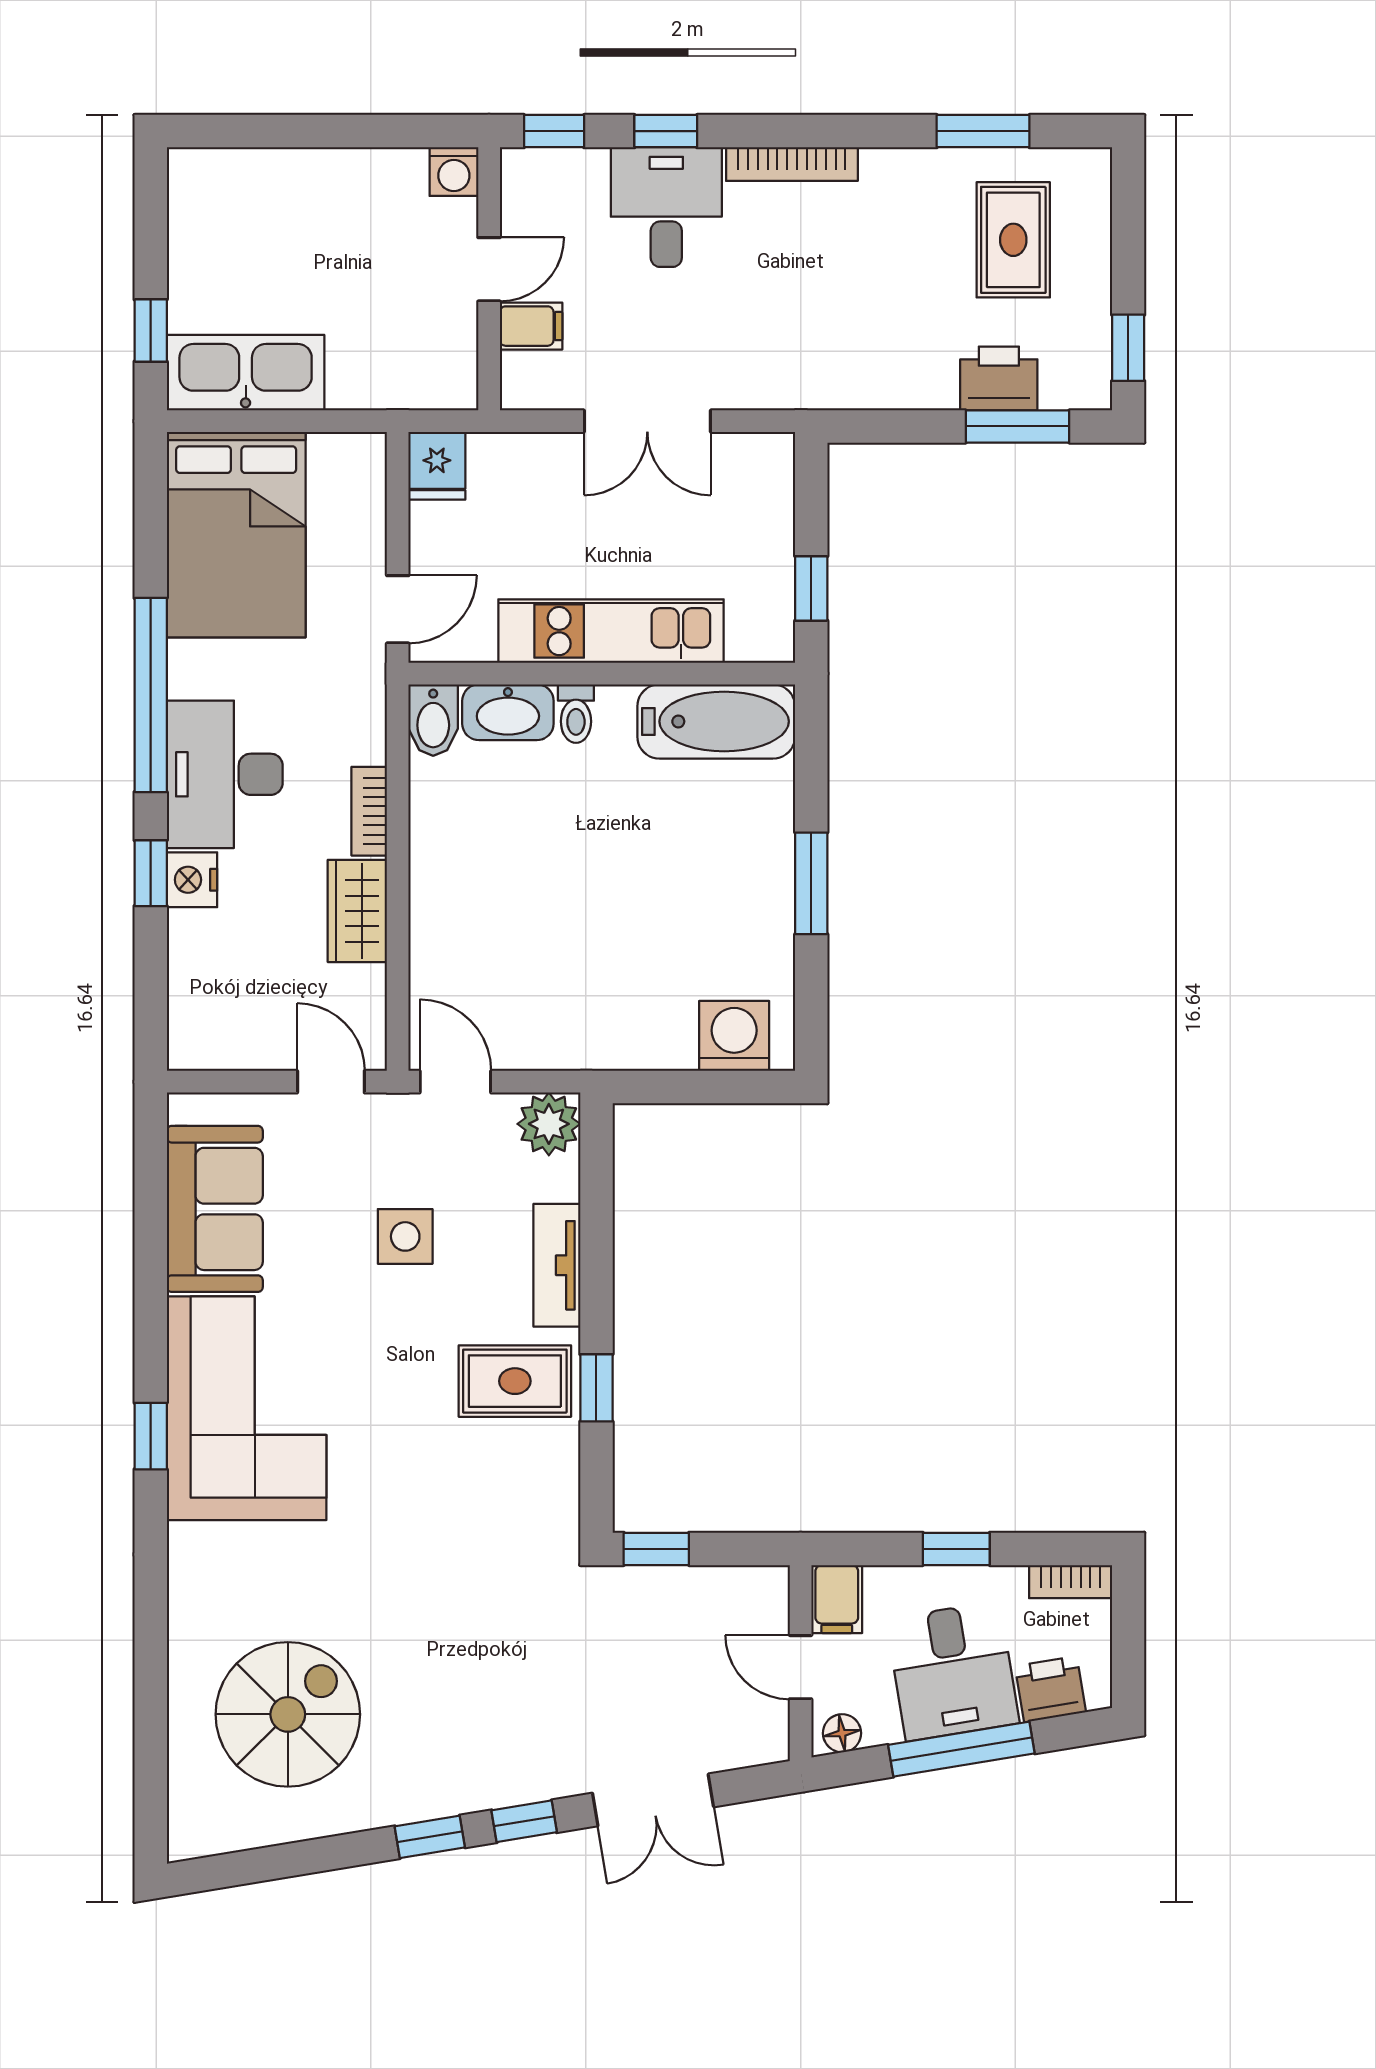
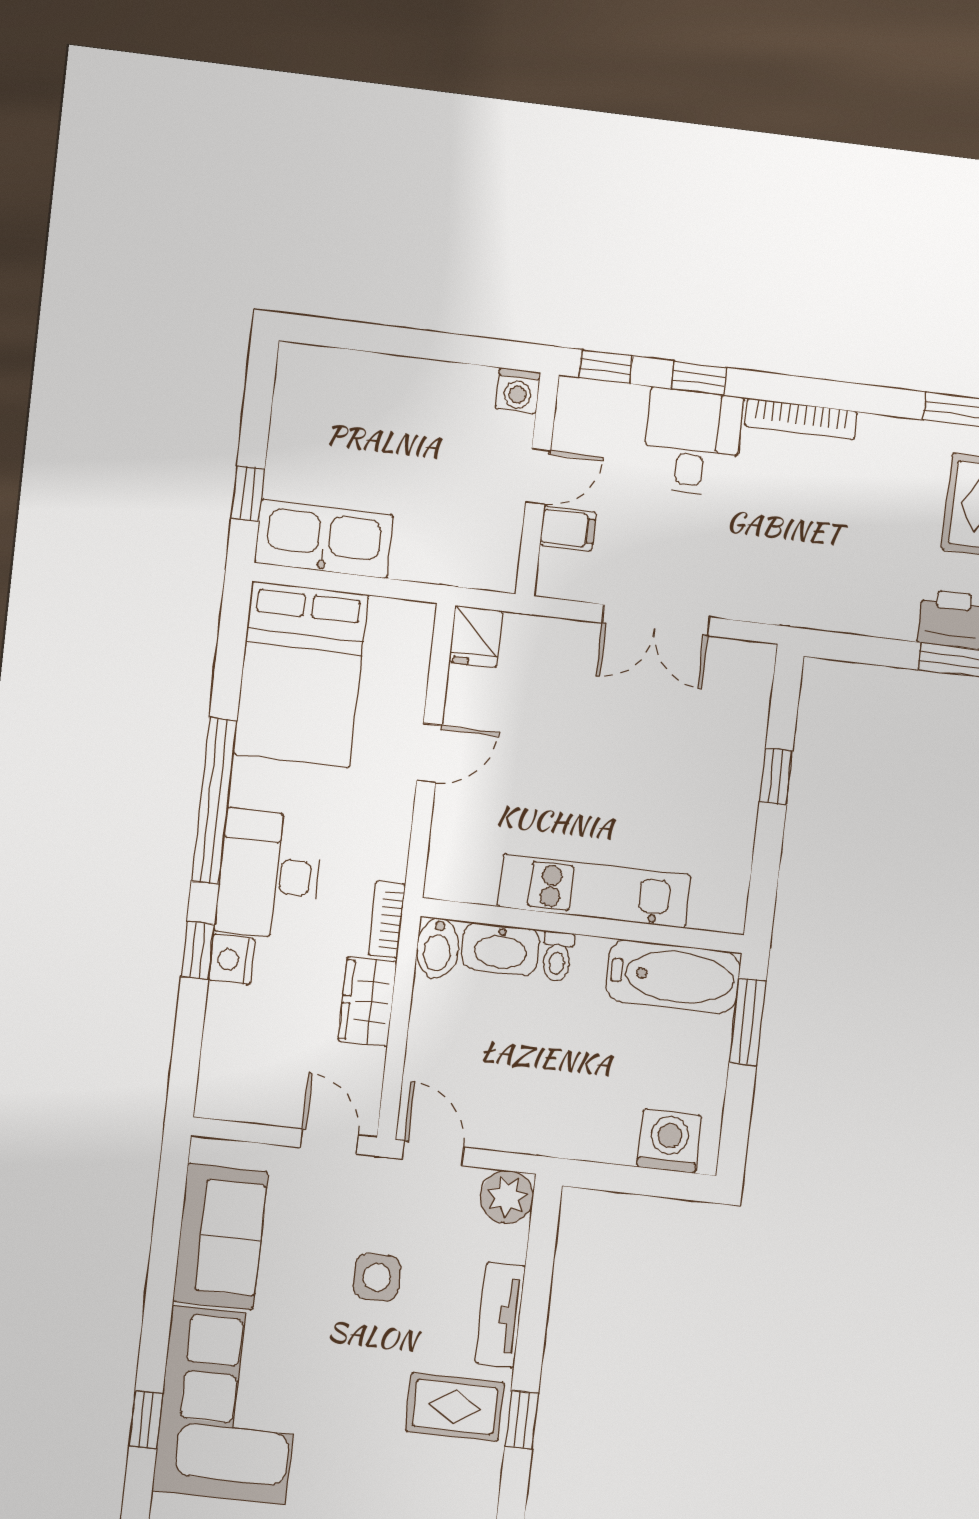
kitchen unit: (611, 631) -> (594, 891), moved
wall: (602, 674) -> (583, 926), moved
washbasin: (508, 712) -> (501, 949), moved
toilet: (576, 714) -> (557, 956), moved
bidet: (433, 720) -> (438, 948), moved
bathtub: (716, 721) -> (673, 976), moved

